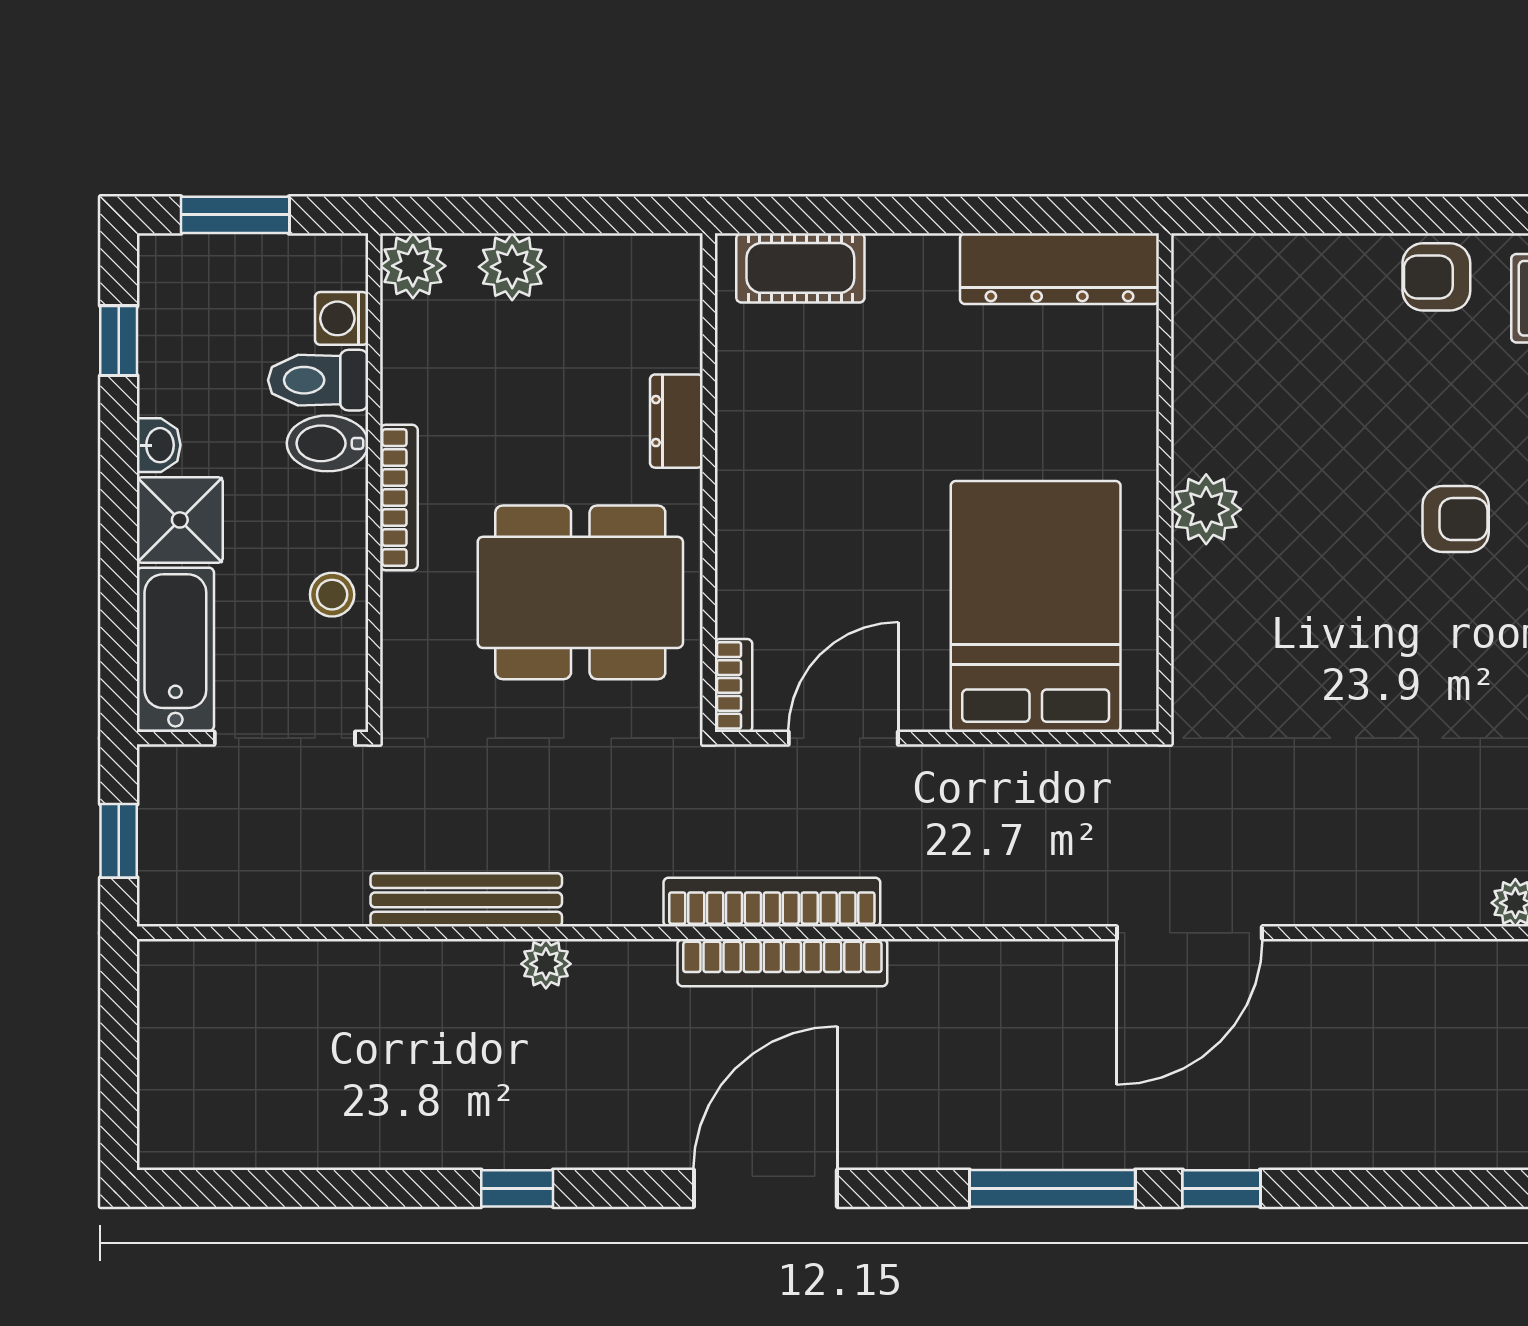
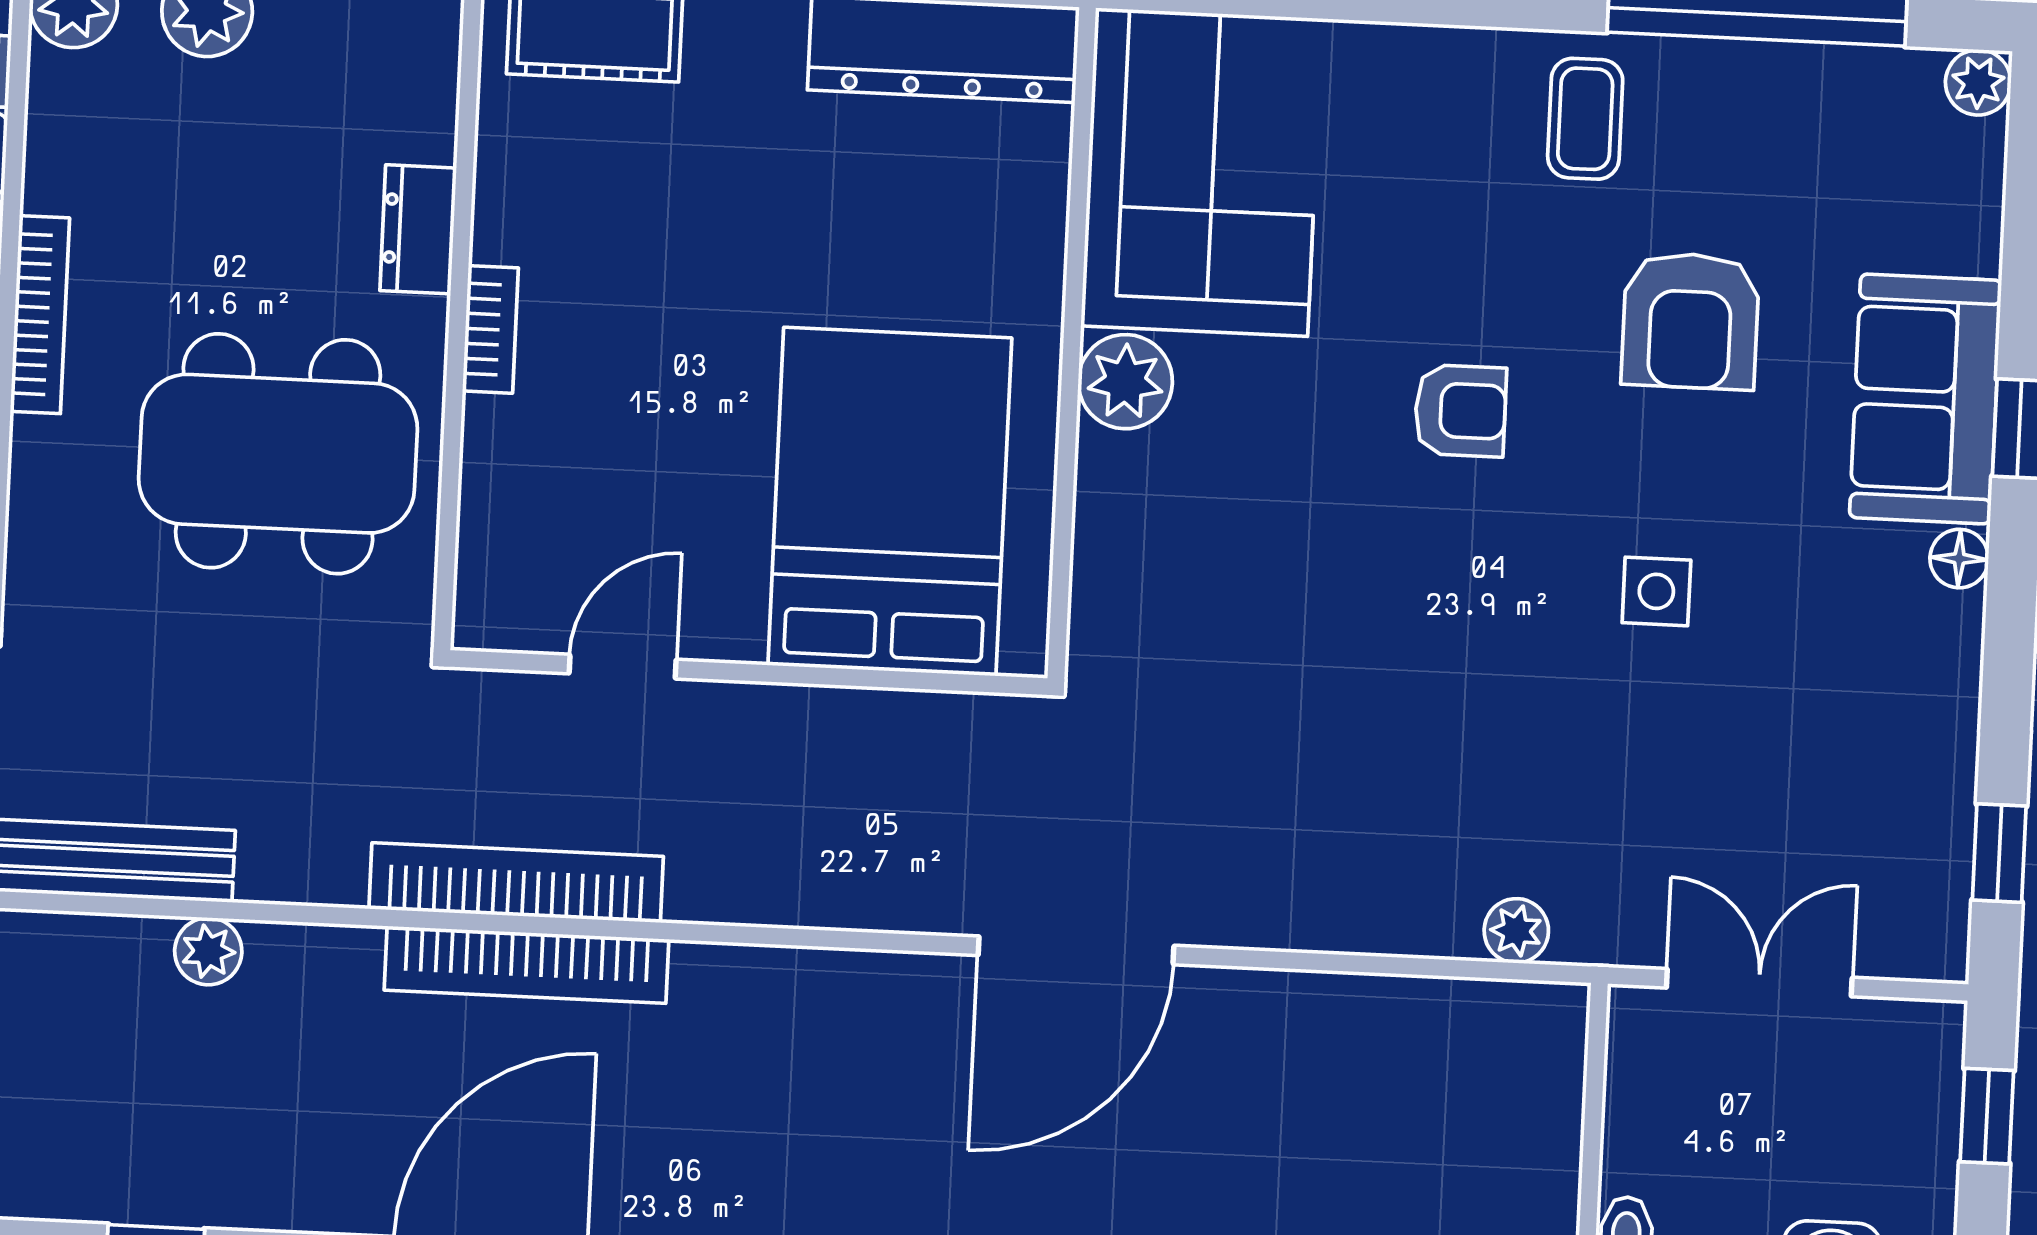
armchair: (1436, 277) -> (1450, 84), removed
corner sofa: (1255, 351) -> (1202, 172), added
bookcase: (733, 685) -> (490, 329), moved
door: (843, 738) -> (623, 667), width x0.73

